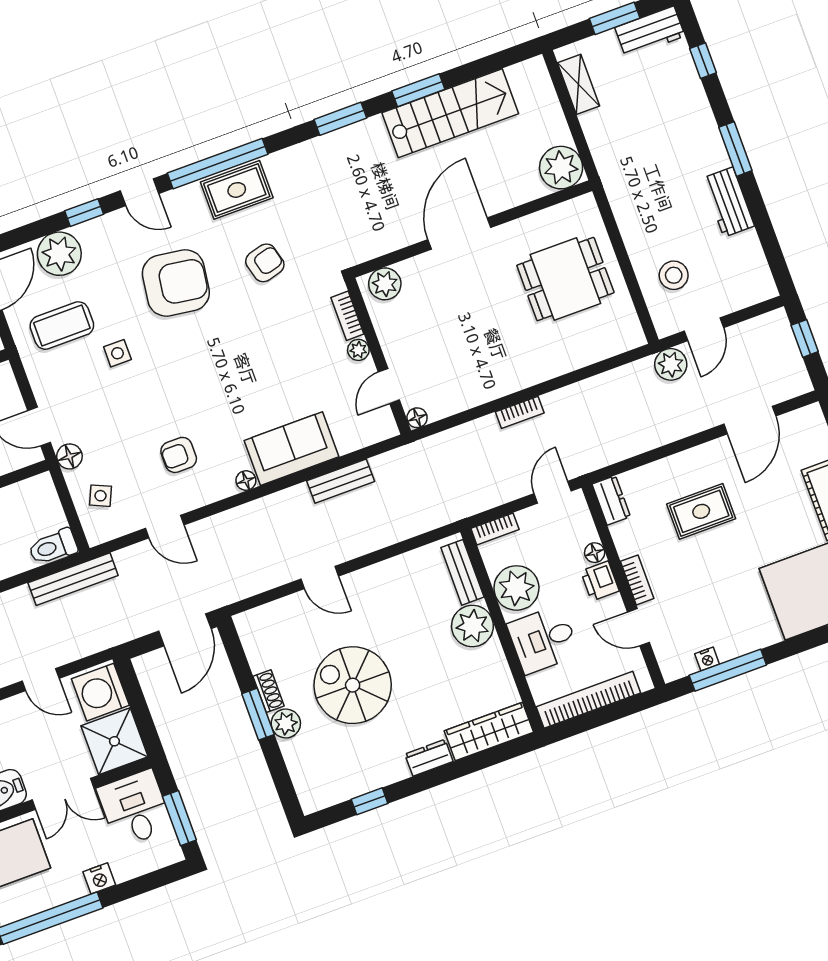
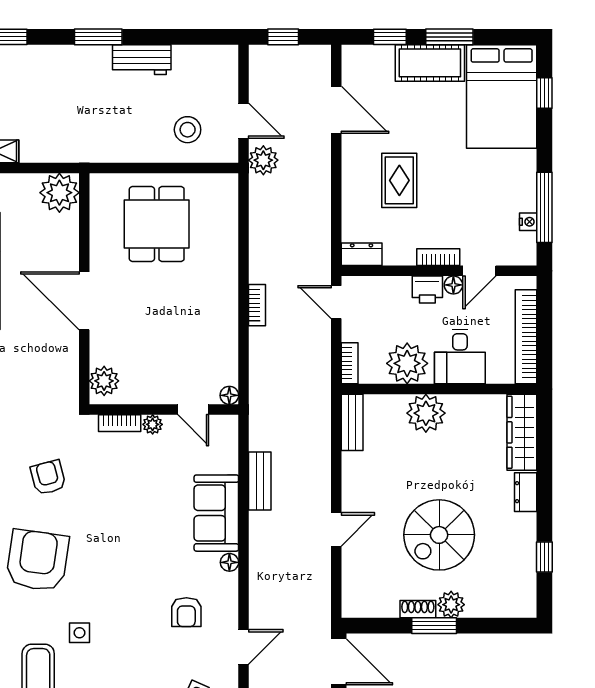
floor lamp: (595, 553) -> (453, 285), moved
bench: (462, 572) -> (352, 422), moved, turned 90

